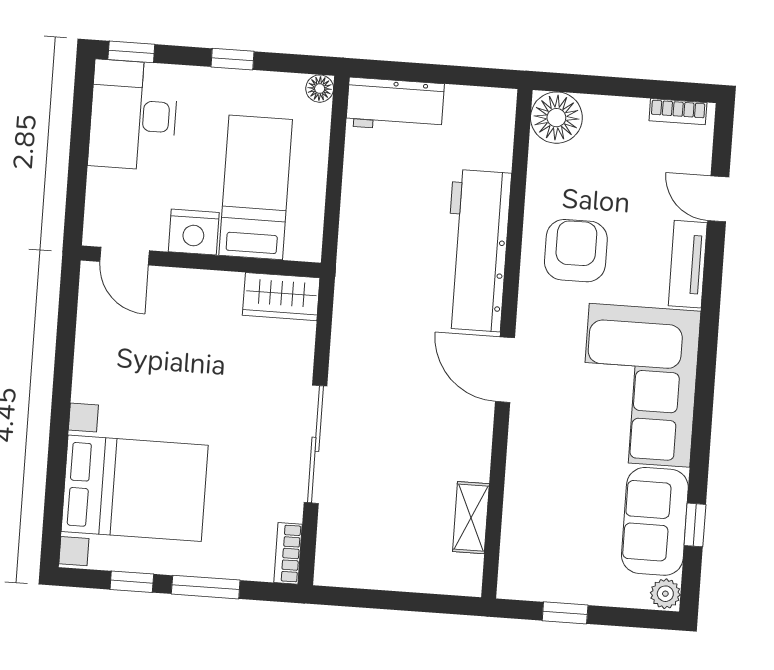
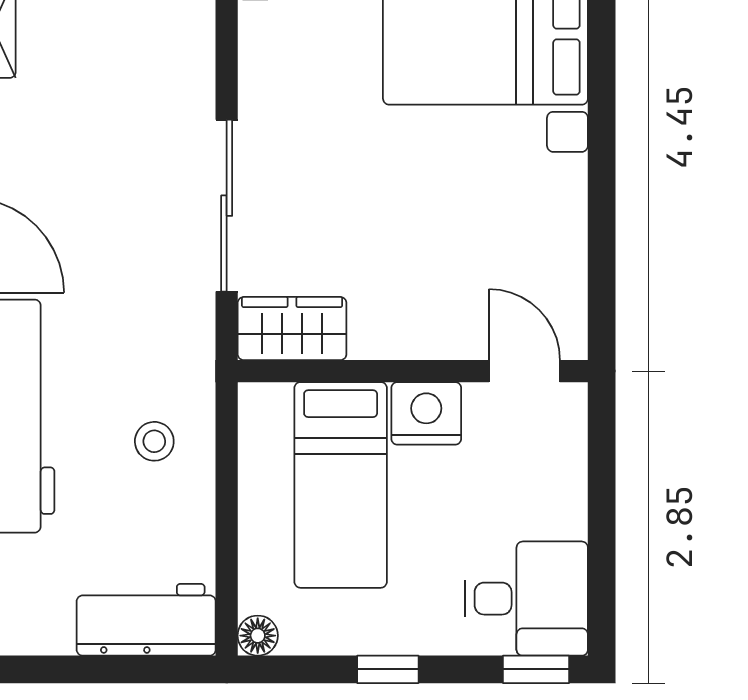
desk: (133, 115) -> (526, 599), width x0.73
stool: (381, 226) -> (154, 441), added
sliding door: (315, 444) -> (227, 206), moved

